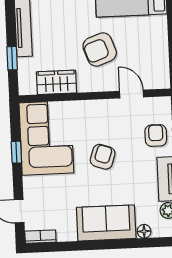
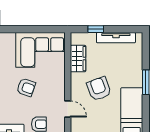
door: (131, 94) -> (68, 109), hinge flipped
window: (16, 152) -> (32, 29), removed

